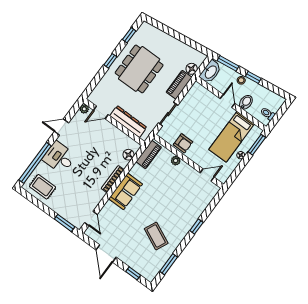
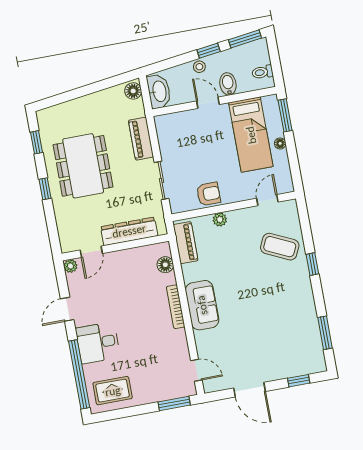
window: (228, 63) -> (245, 39), moved
floor lamp: (192, 69) -> (133, 91), moved
coffee table: (156, 236) -> (280, 247), moved

